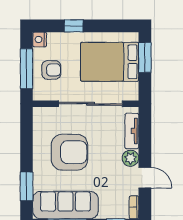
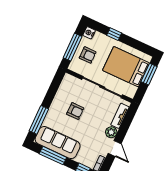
armchair: (69, 152) -> (75, 111), width x0.53, depth x0.53
window: (27, 186) -> (39, 120), width x1.44

